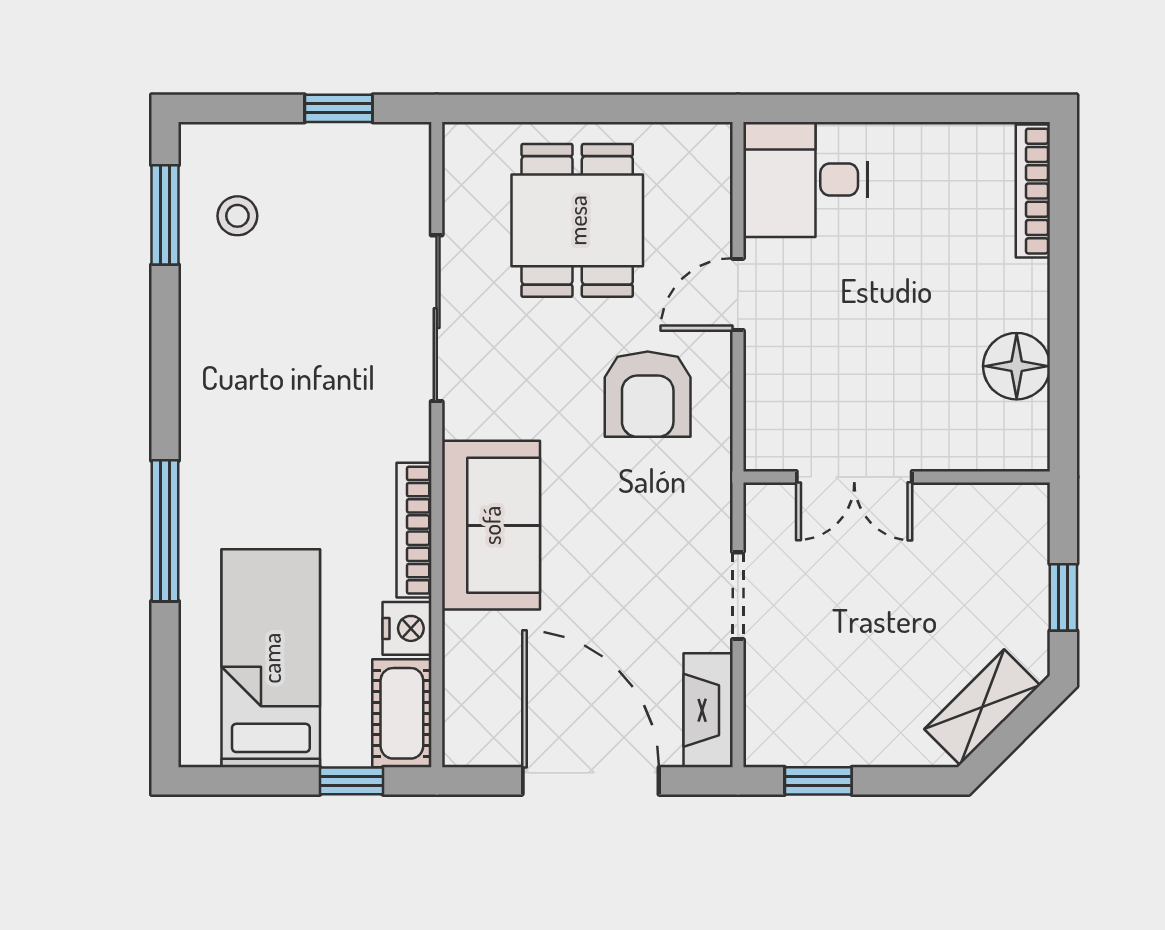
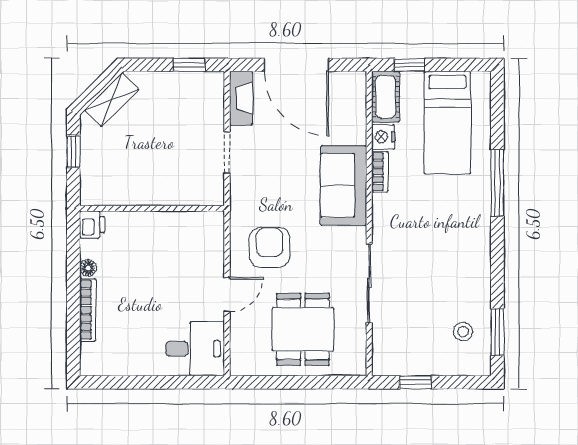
bookcase: (1033, 191) -> (88, 310), moved
floor lamp: (1017, 366) -> (88, 268), width x0.53, depth x0.53
printer: (1024, 443) -> (92, 225), added
double door: (854, 477) -> (172, 208), removed
bookcase: (414, 530) -> (380, 172), width x0.64

